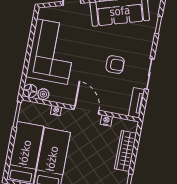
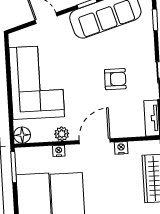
plant: (43, 94) -> (62, 134), moved
door: (86, 110) -> (95, 141), hinge flipped

